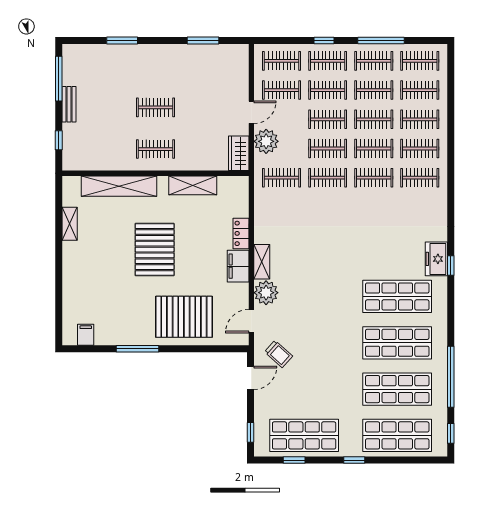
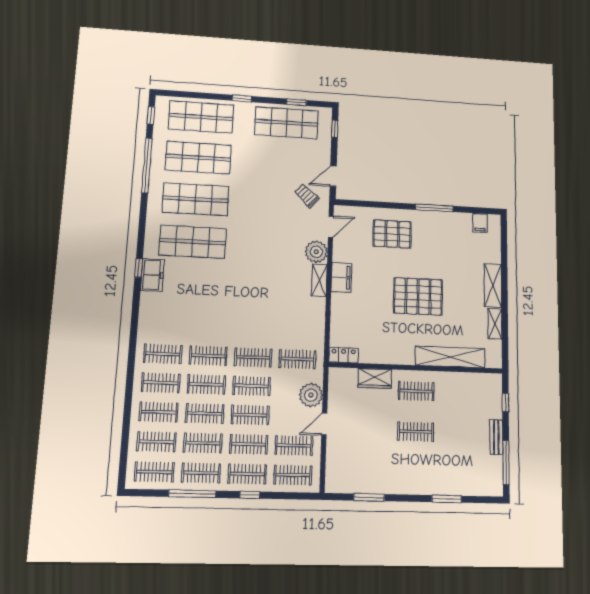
wardrobe: (239, 153) -> (375, 378), moved, turned 90
shelving: (193, 185) -> (493, 285), moved, turned 90
locker: (241, 233) -> (344, 355), moved, turned -90
pallet: (155, 250) -> (418, 296), turned 90
pallet: (184, 317) -> (392, 234), width x0.73, depth x0.71

